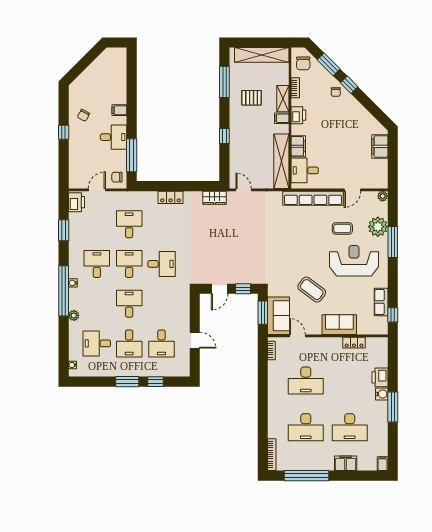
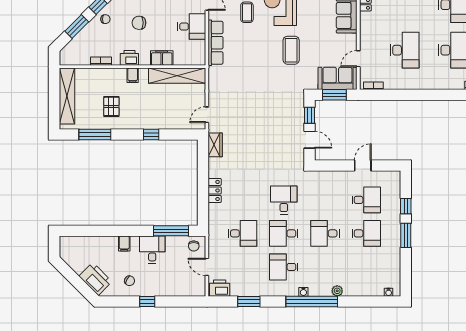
chair: (303, 63) -> (139, 23), moved, turned 180
printer: (85, 82) -> (95, 279), added
shelving: (283, 99) -> (112, 74), removed
desk: (305, 170) -> (192, 27), moved, turned -90
row of seats: (313, 198) -> (216, 43), width x0.73
desk: (129, 224) -> (243, 233), turned 180
coffee table: (312, 290) -> (291, 50), moved, turned -37
desk: (97, 343) -> (366, 267), removed

